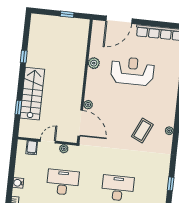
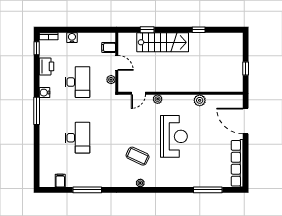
reception desk: (132, 71) -> (174, 136), moved
door: (80, 123) -> (138, 93), width x0.53
window: (171, 184) -> (87, 190), width x2.17

